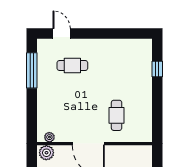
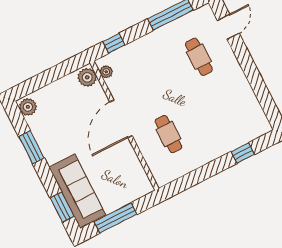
cafe table: (117, 115) -> (168, 134), turned 90
window: (32, 121) -> (114, 43), added

